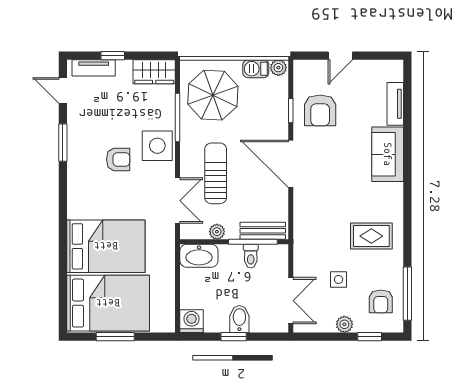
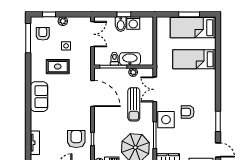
sofa: (388, 154) -> (39, 97), moved
door: (291, 164) -> (92, 94), moved
bench: (263, 231) -> (108, 73), removed
rug: (371, 236) -> (58, 67), moved
bed: (106, 246) -> (194, 59), width x0.67
washbasin: (199, 256) -> (130, 59), moved
double door: (291, 301) -> (92, 34), swing flipped
bed: (108, 303) -> (193, 28), width x0.67
washing machine: (192, 321) -> (133, 23), moved

